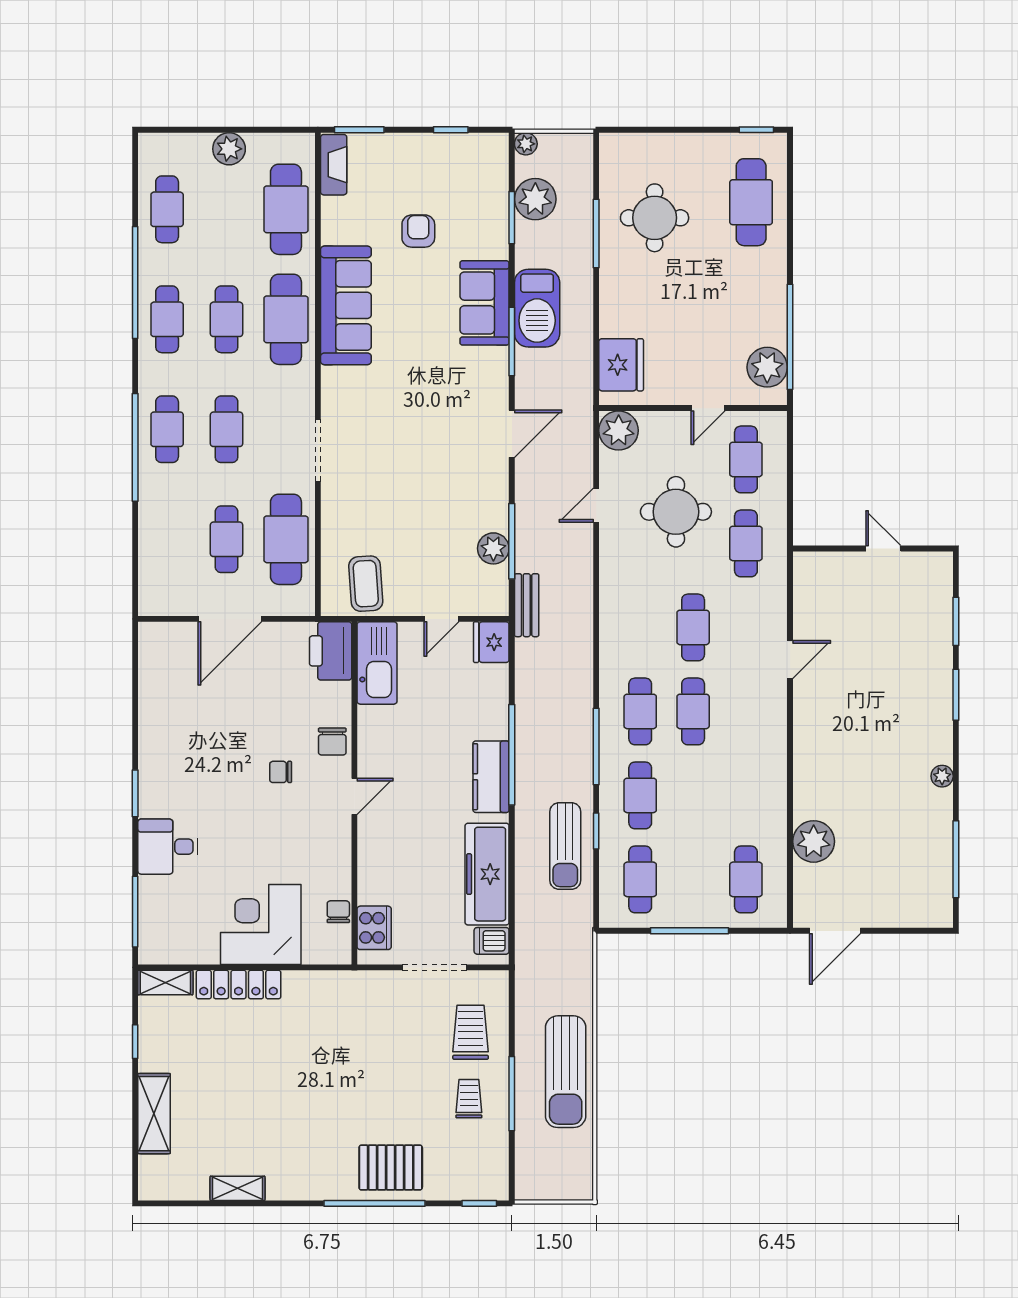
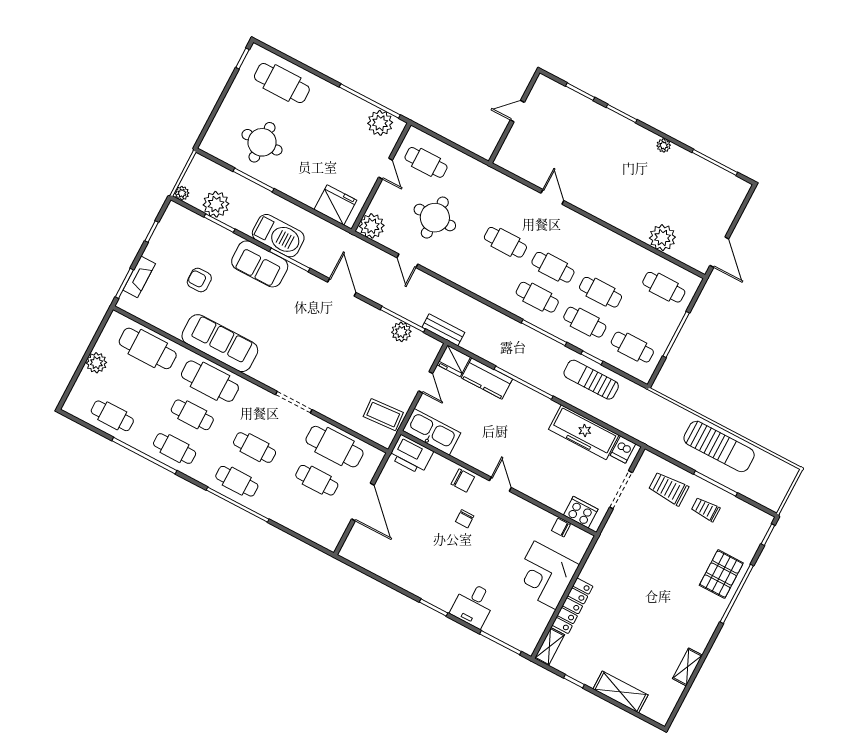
fireplace: (334, 165) -> (139, 277), moved, turned 90
cafe table: (746, 543) -> (601, 292), moved
kitchen counter: (491, 777) -> (487, 378), moved
sun lounger: (565, 846) -> (591, 380), turned 180

